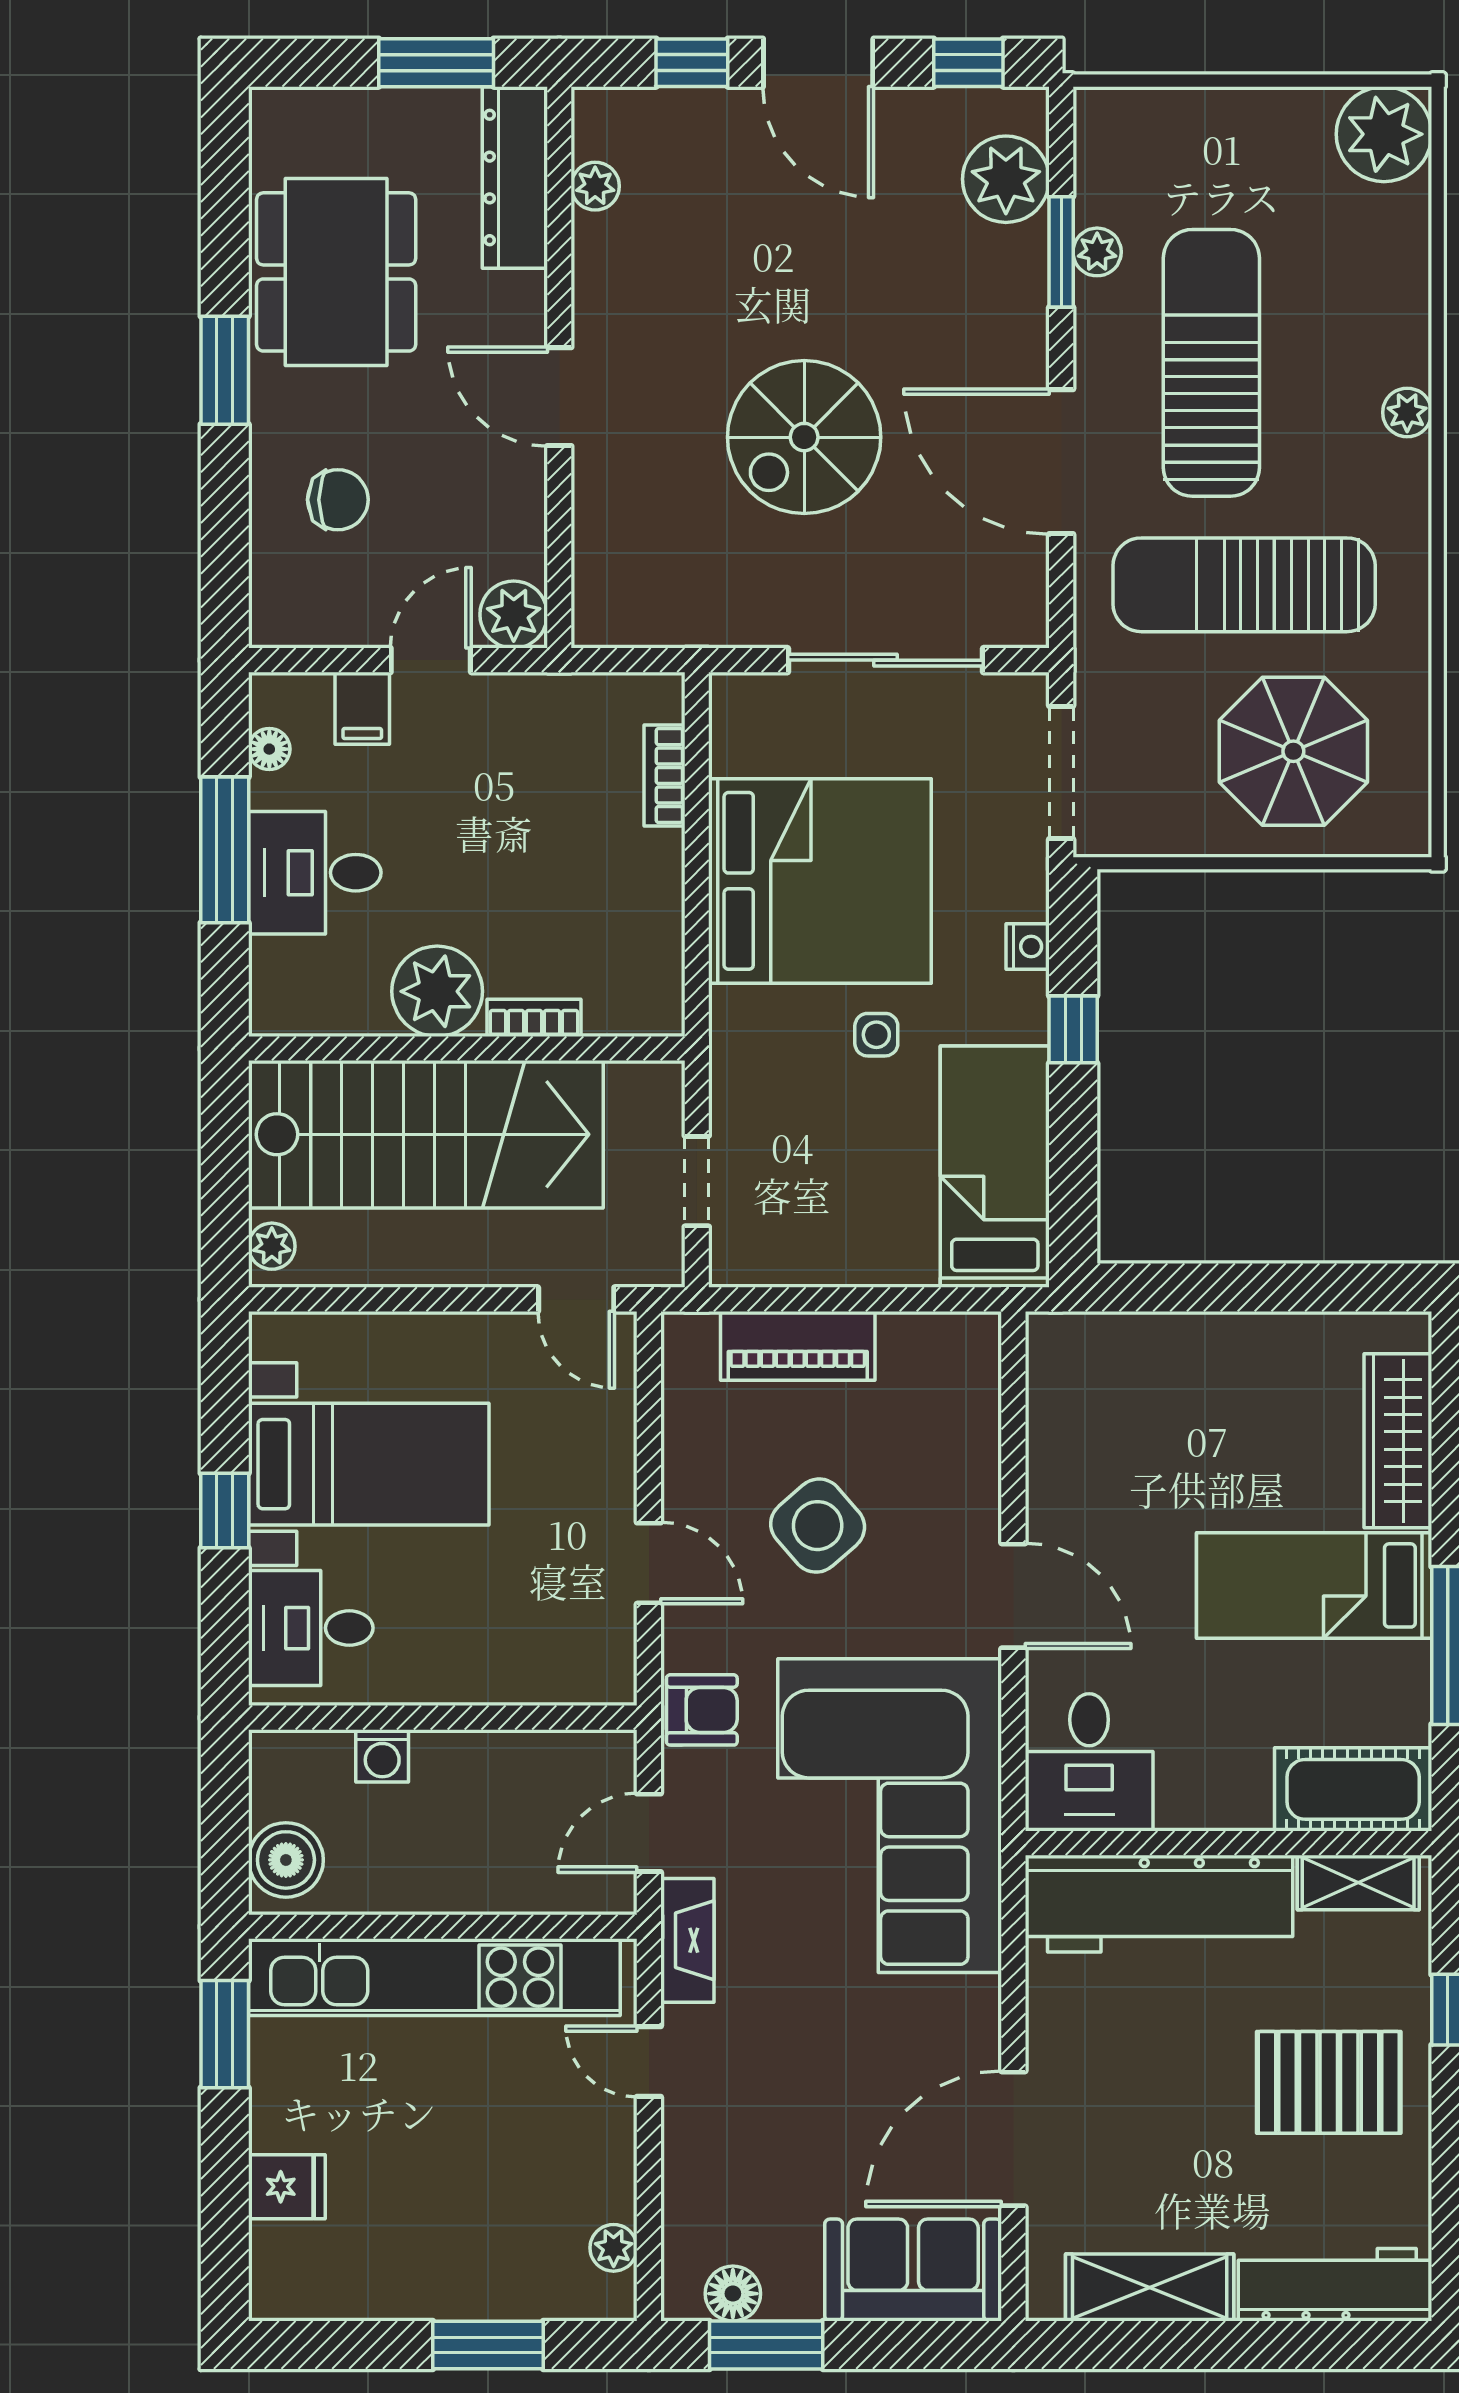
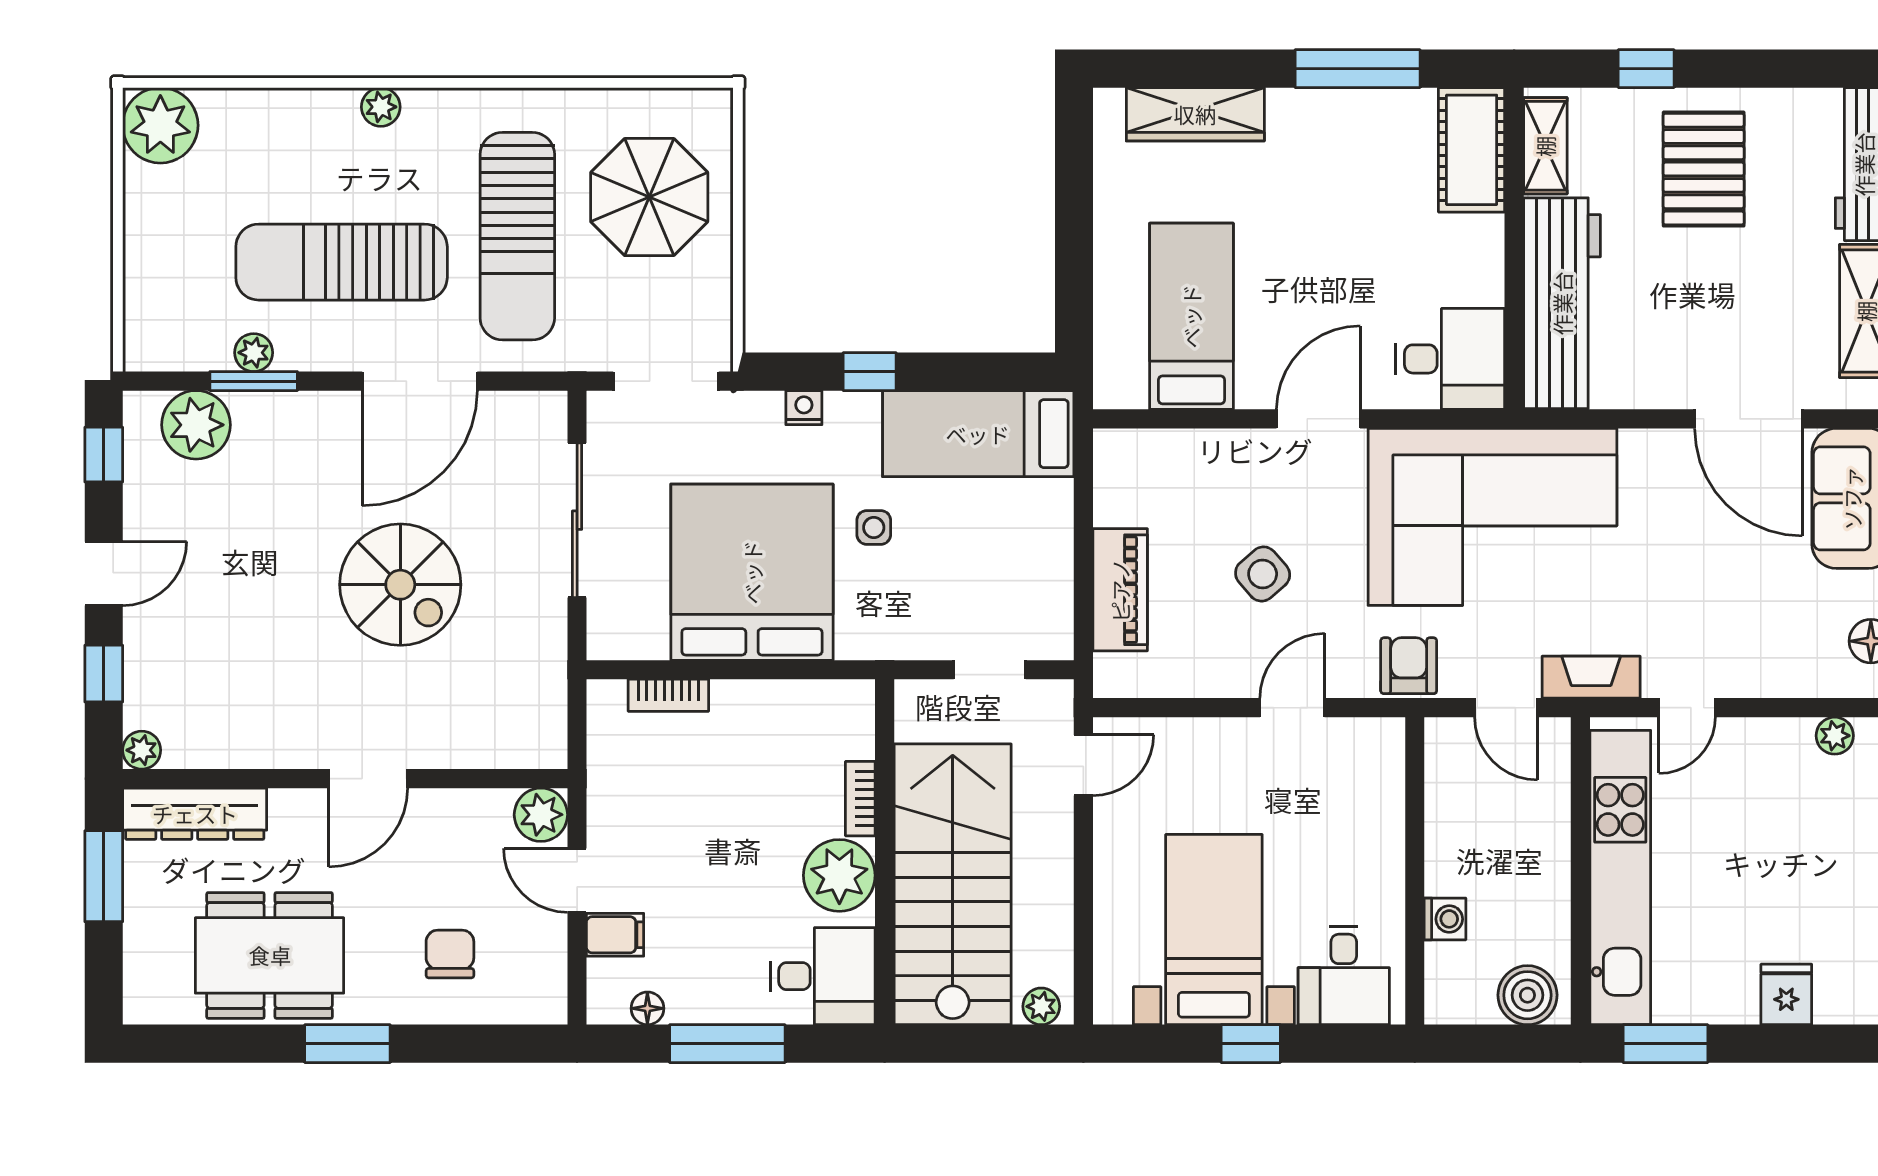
door: (818, 63) -> (104, 574), width x0.73
plant: (595, 186) -> (142, 750), moved
desk: (315, 873) -> (823, 976), moved, turned -90
side table: (818, 1526) -> (1263, 574), width x0.73, depth x0.73
bed: (1314, 1585) -> (1191, 316), moved, turned 180

